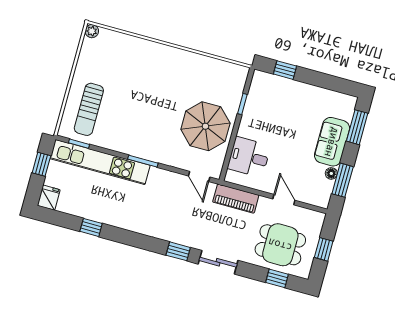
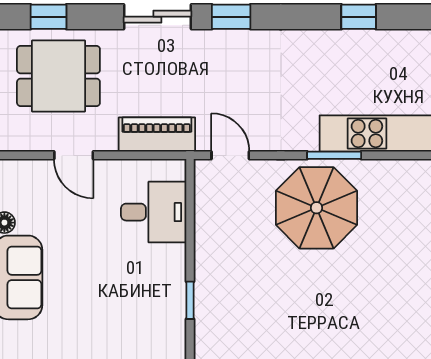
parasol: (205, 126) -> (316, 208), moved
window: (91, 227) -> (359, 17), moved

